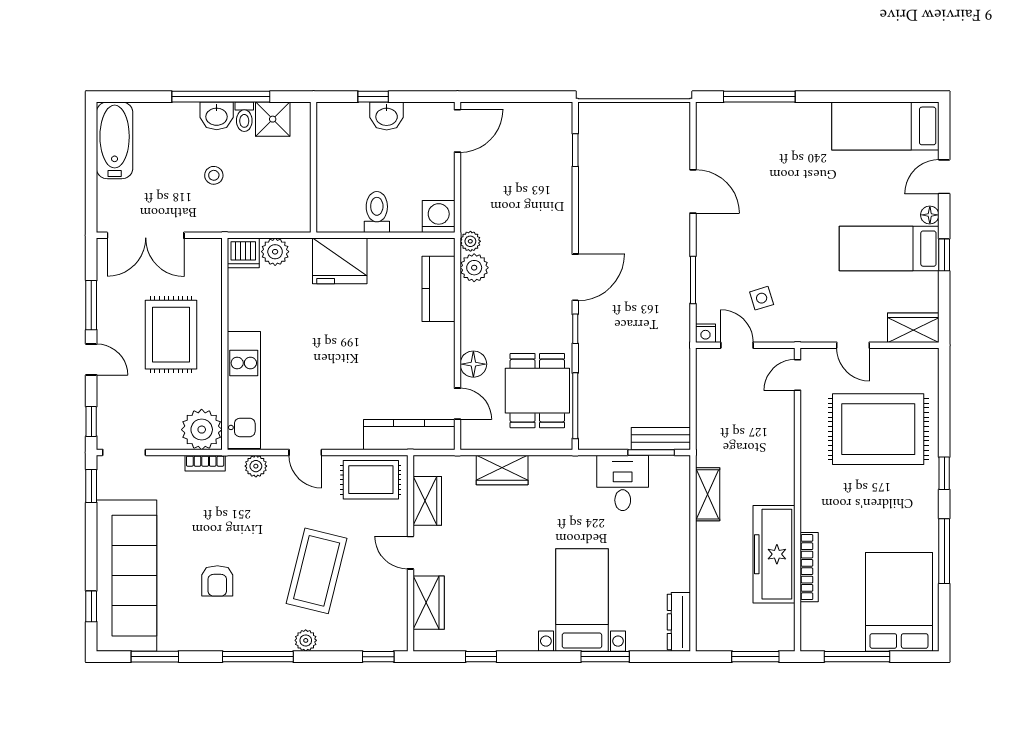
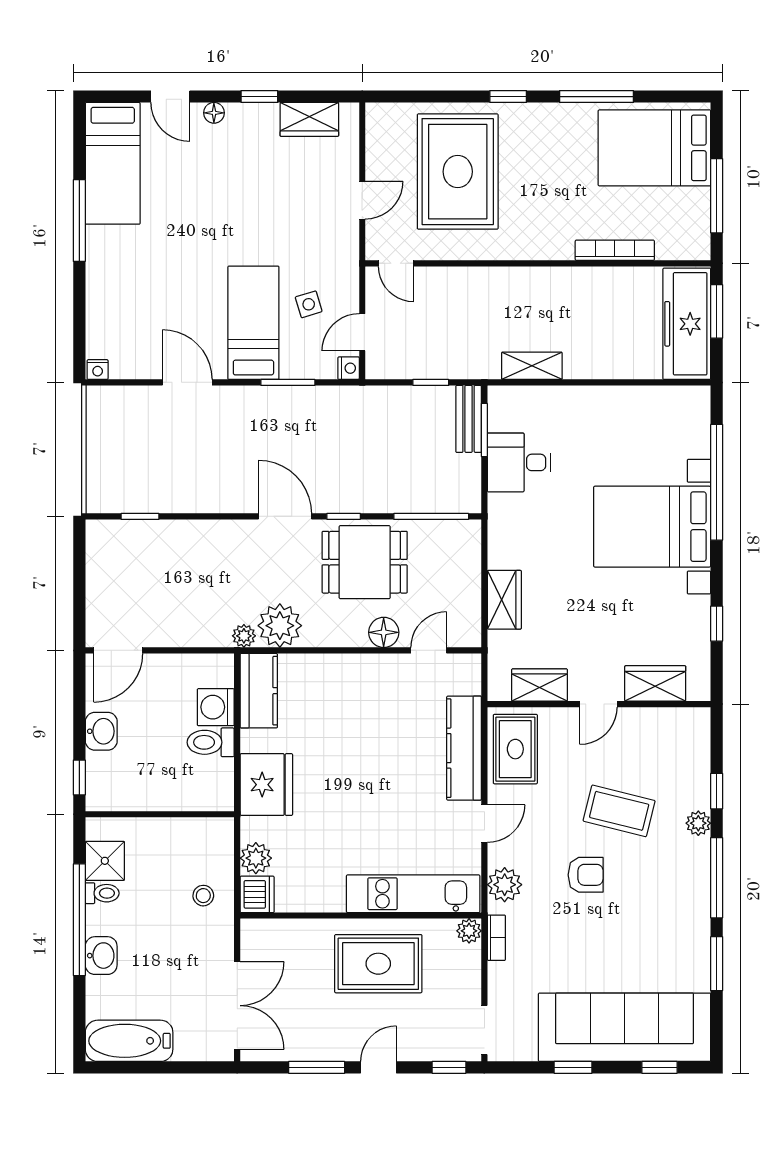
window: (373, 97) -> (79, 778), moved
window: (759, 97) -> (79, 221), moved
nightstand: (704, 113) -> (98, 370), added
washbasin: (217, 116) -> (101, 956), moved
door: (457, 131) -> (118, 650), swing flipped
stool: (214, 175) -> (203, 896), moved
door: (693, 191) -> (187, 382), hinge flipped
washing machine: (439, 217) -> (216, 707), moved
bed: (889, 249) -> (253, 323), moved, turned 180
plant: (474, 268) -> (280, 626), width x1.36, depth x1.36
kitchen counter: (439, 289) -> (259, 691), moved, turned -90
wardrobe: (913, 328) -> (309, 119), moved, turned -90
rug: (171, 335) -> (378, 964), moved
dining table: (537, 391) -> (365, 562), moved
window: (693, 405) -> (431, 382), added
plant: (202, 430) -> (469, 931), width x0.53, depth x0.53
kitchen counter: (409, 435) -> (464, 748), moved
plant: (256, 466) -> (505, 885), width x1.38, depth x1.38
window: (91, 486) -> (573, 1067), moved
freezer: (774, 554) -> (687, 324), moved, turned 90
coffee table: (317, 571) -> (619, 811), width x0.73, depth x0.76
armchair: (217, 581) -> (586, 875), moved
bed with nightstands: (582, 600) -> (652, 527), width x1.36
dresser: (679, 622) -> (677, 399), removed
window: (155, 657) -> (717, 964), moved
window: (378, 657) -> (717, 791), moved
window: (605, 657) -> (717, 482), width x2.11

